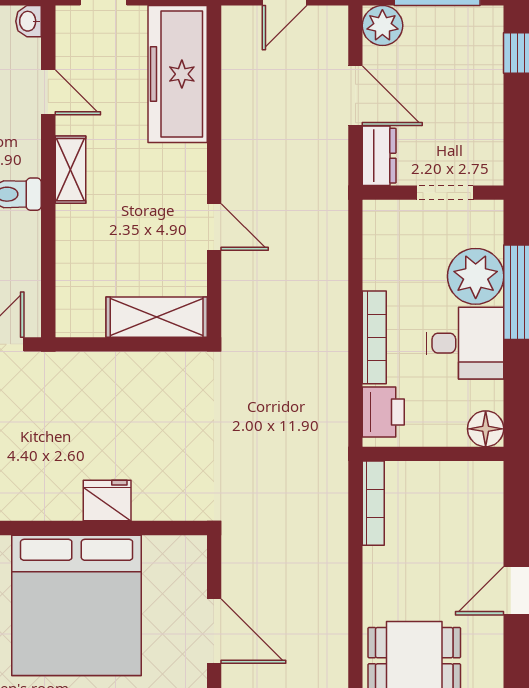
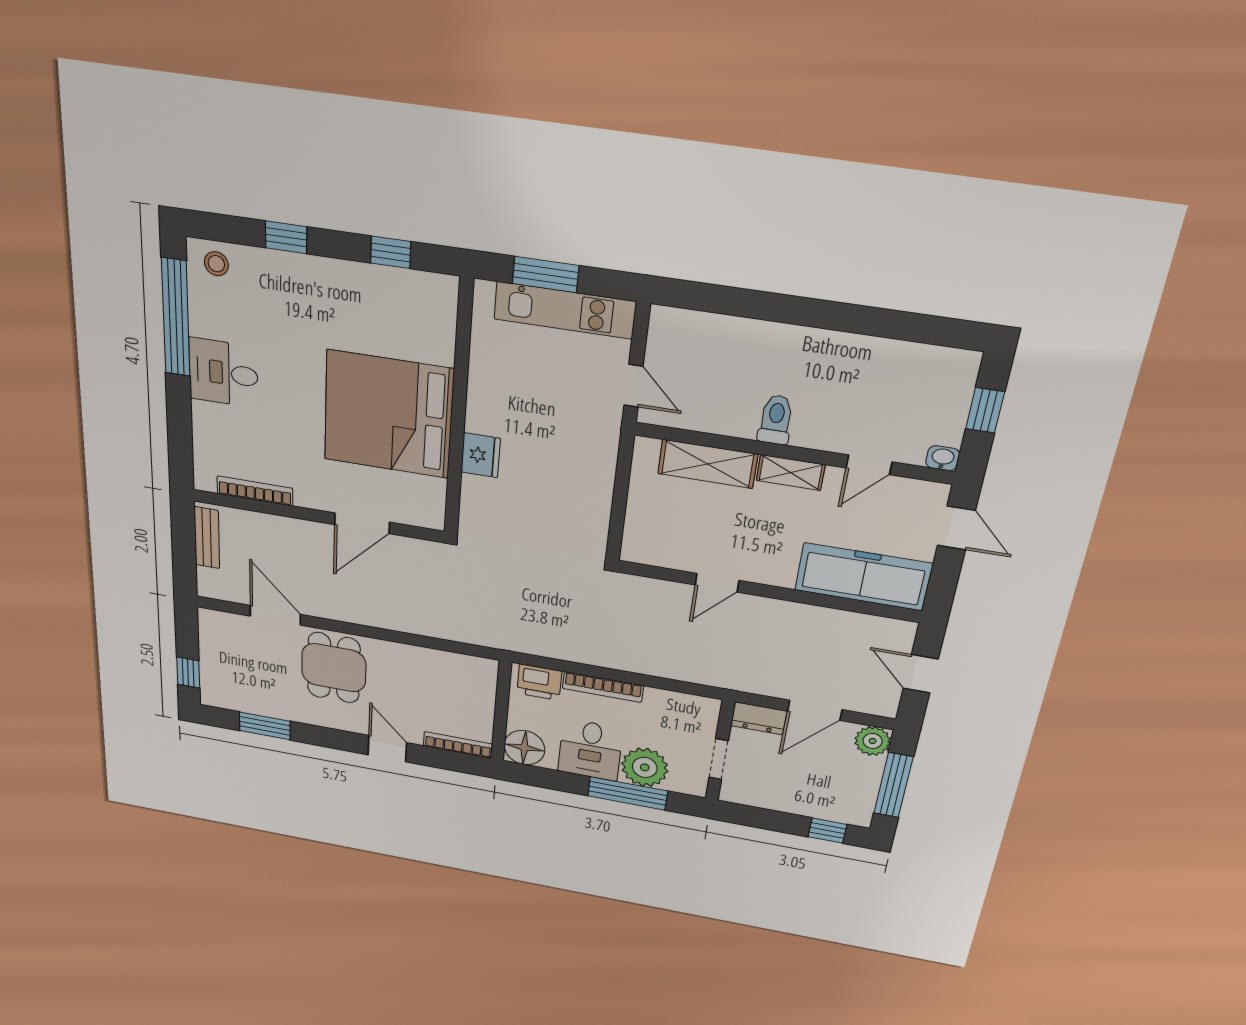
shelving: (157, 317) -> (708, 464), moved, turned 90
floor lamp: (486, 429) -> (524, 748), width x1.38, depth x1.38
bookcase: (373, 503) -> (458, 745), moved, turned 180

